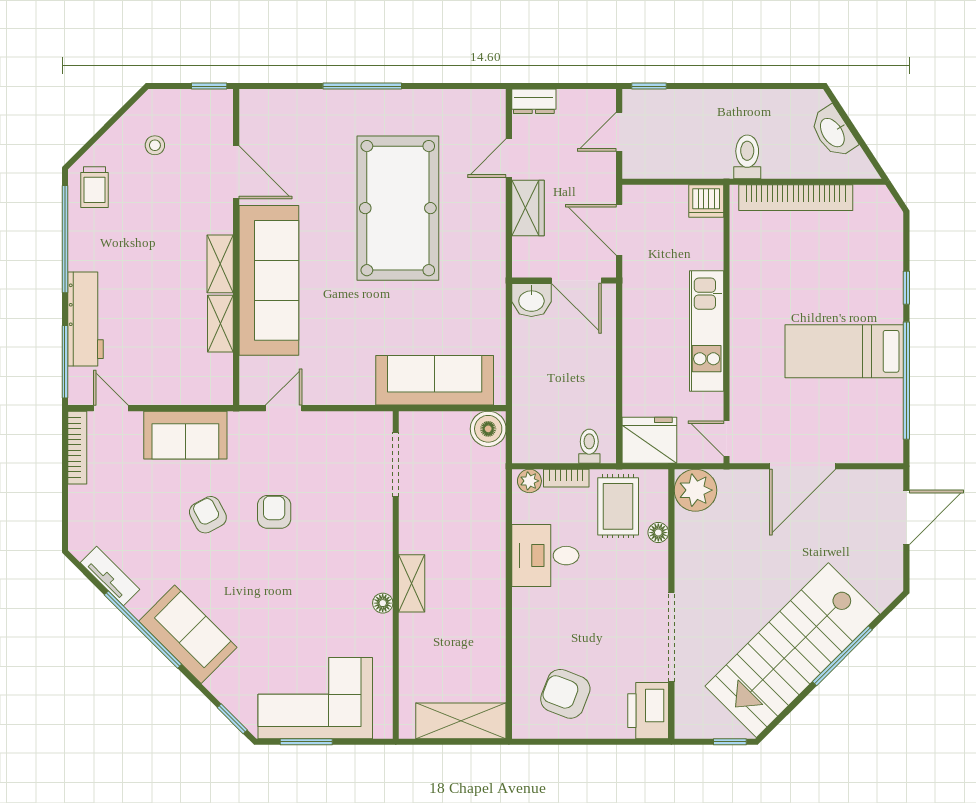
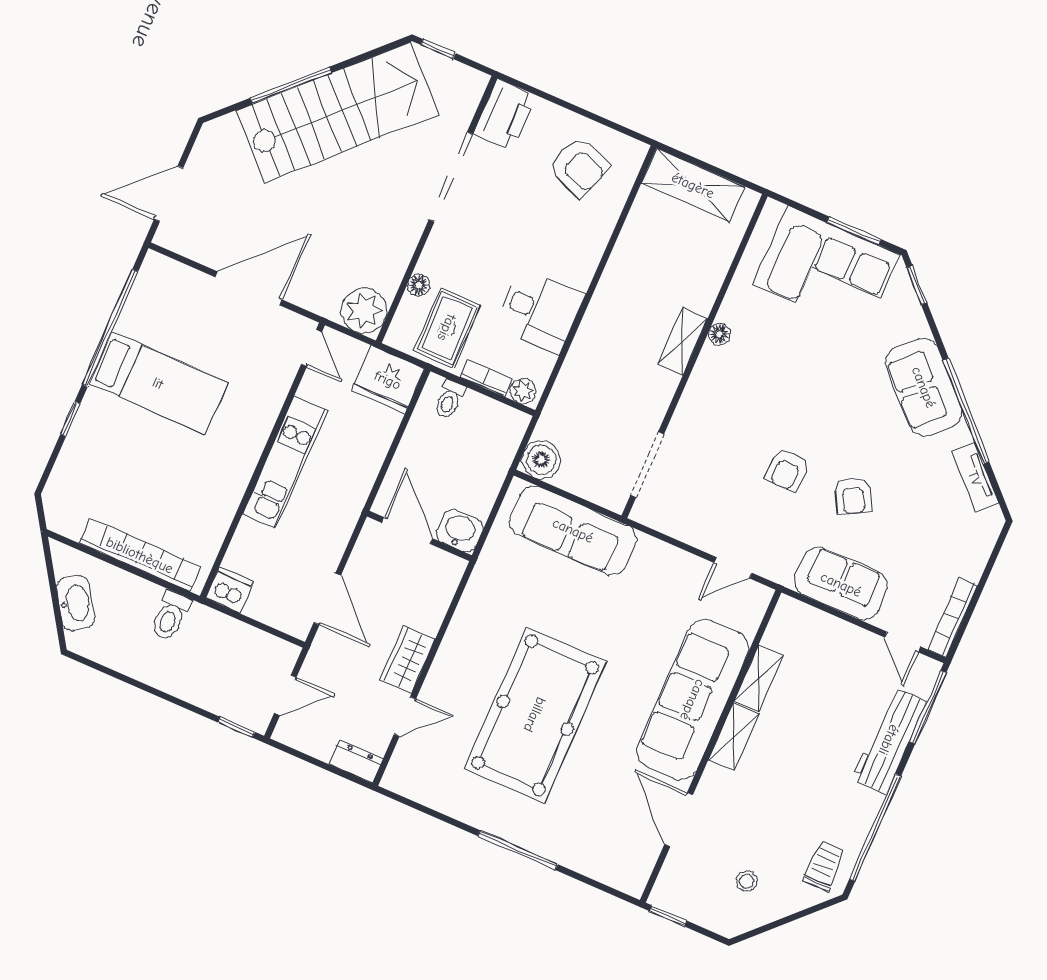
wall: (564, 280) -> (419, 536), moved
door: (576, 280) -> (407, 531), moved
washbasin: (531, 300) -> (460, 531), moved

